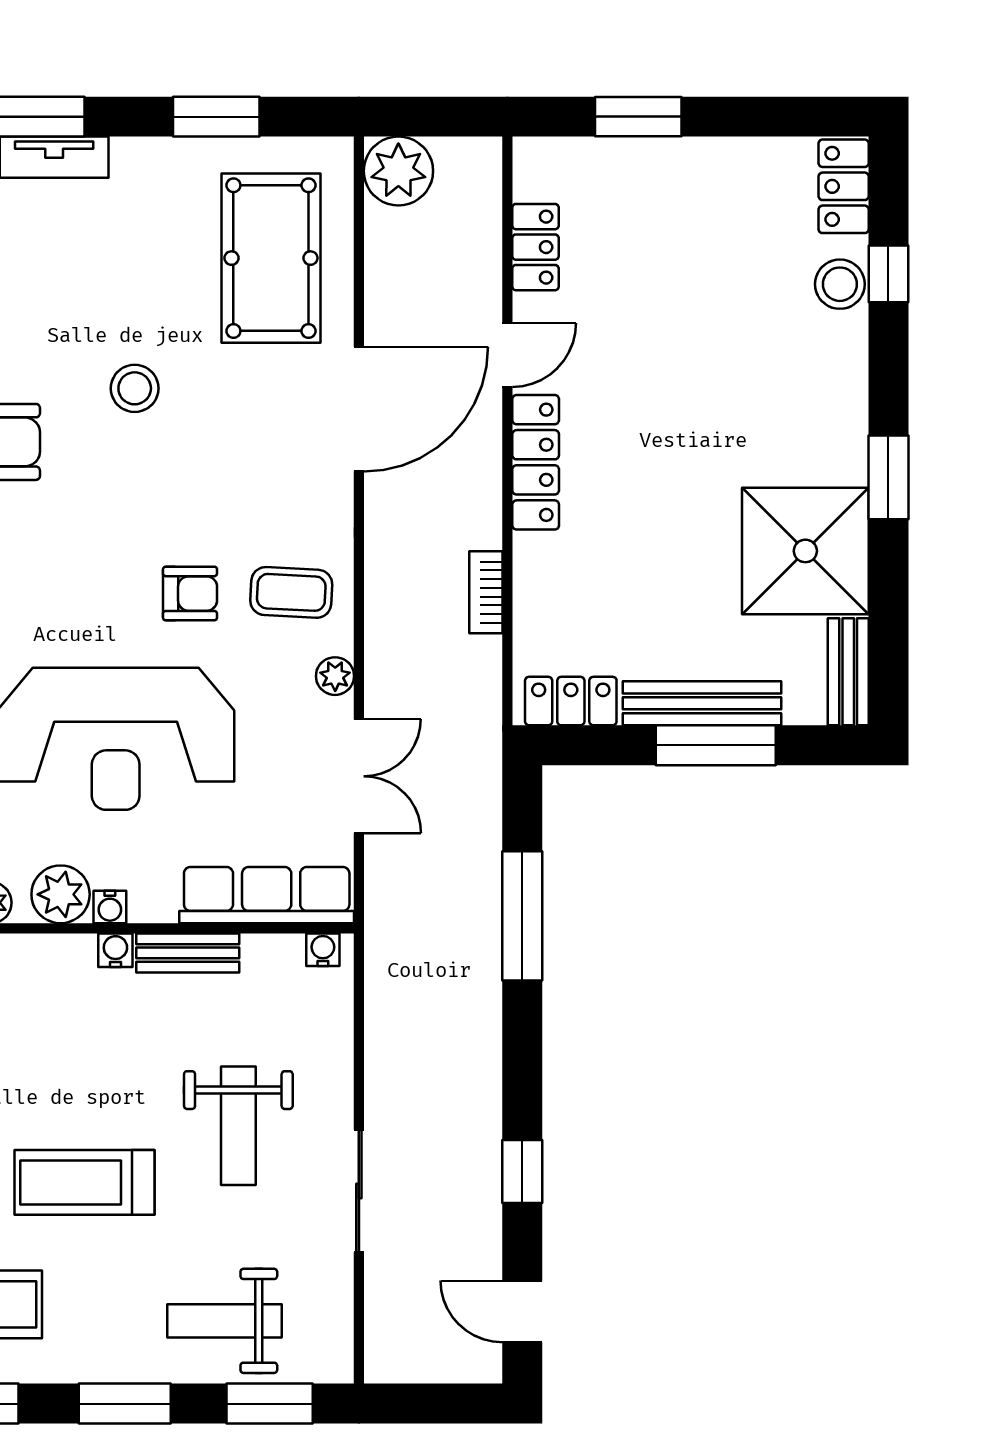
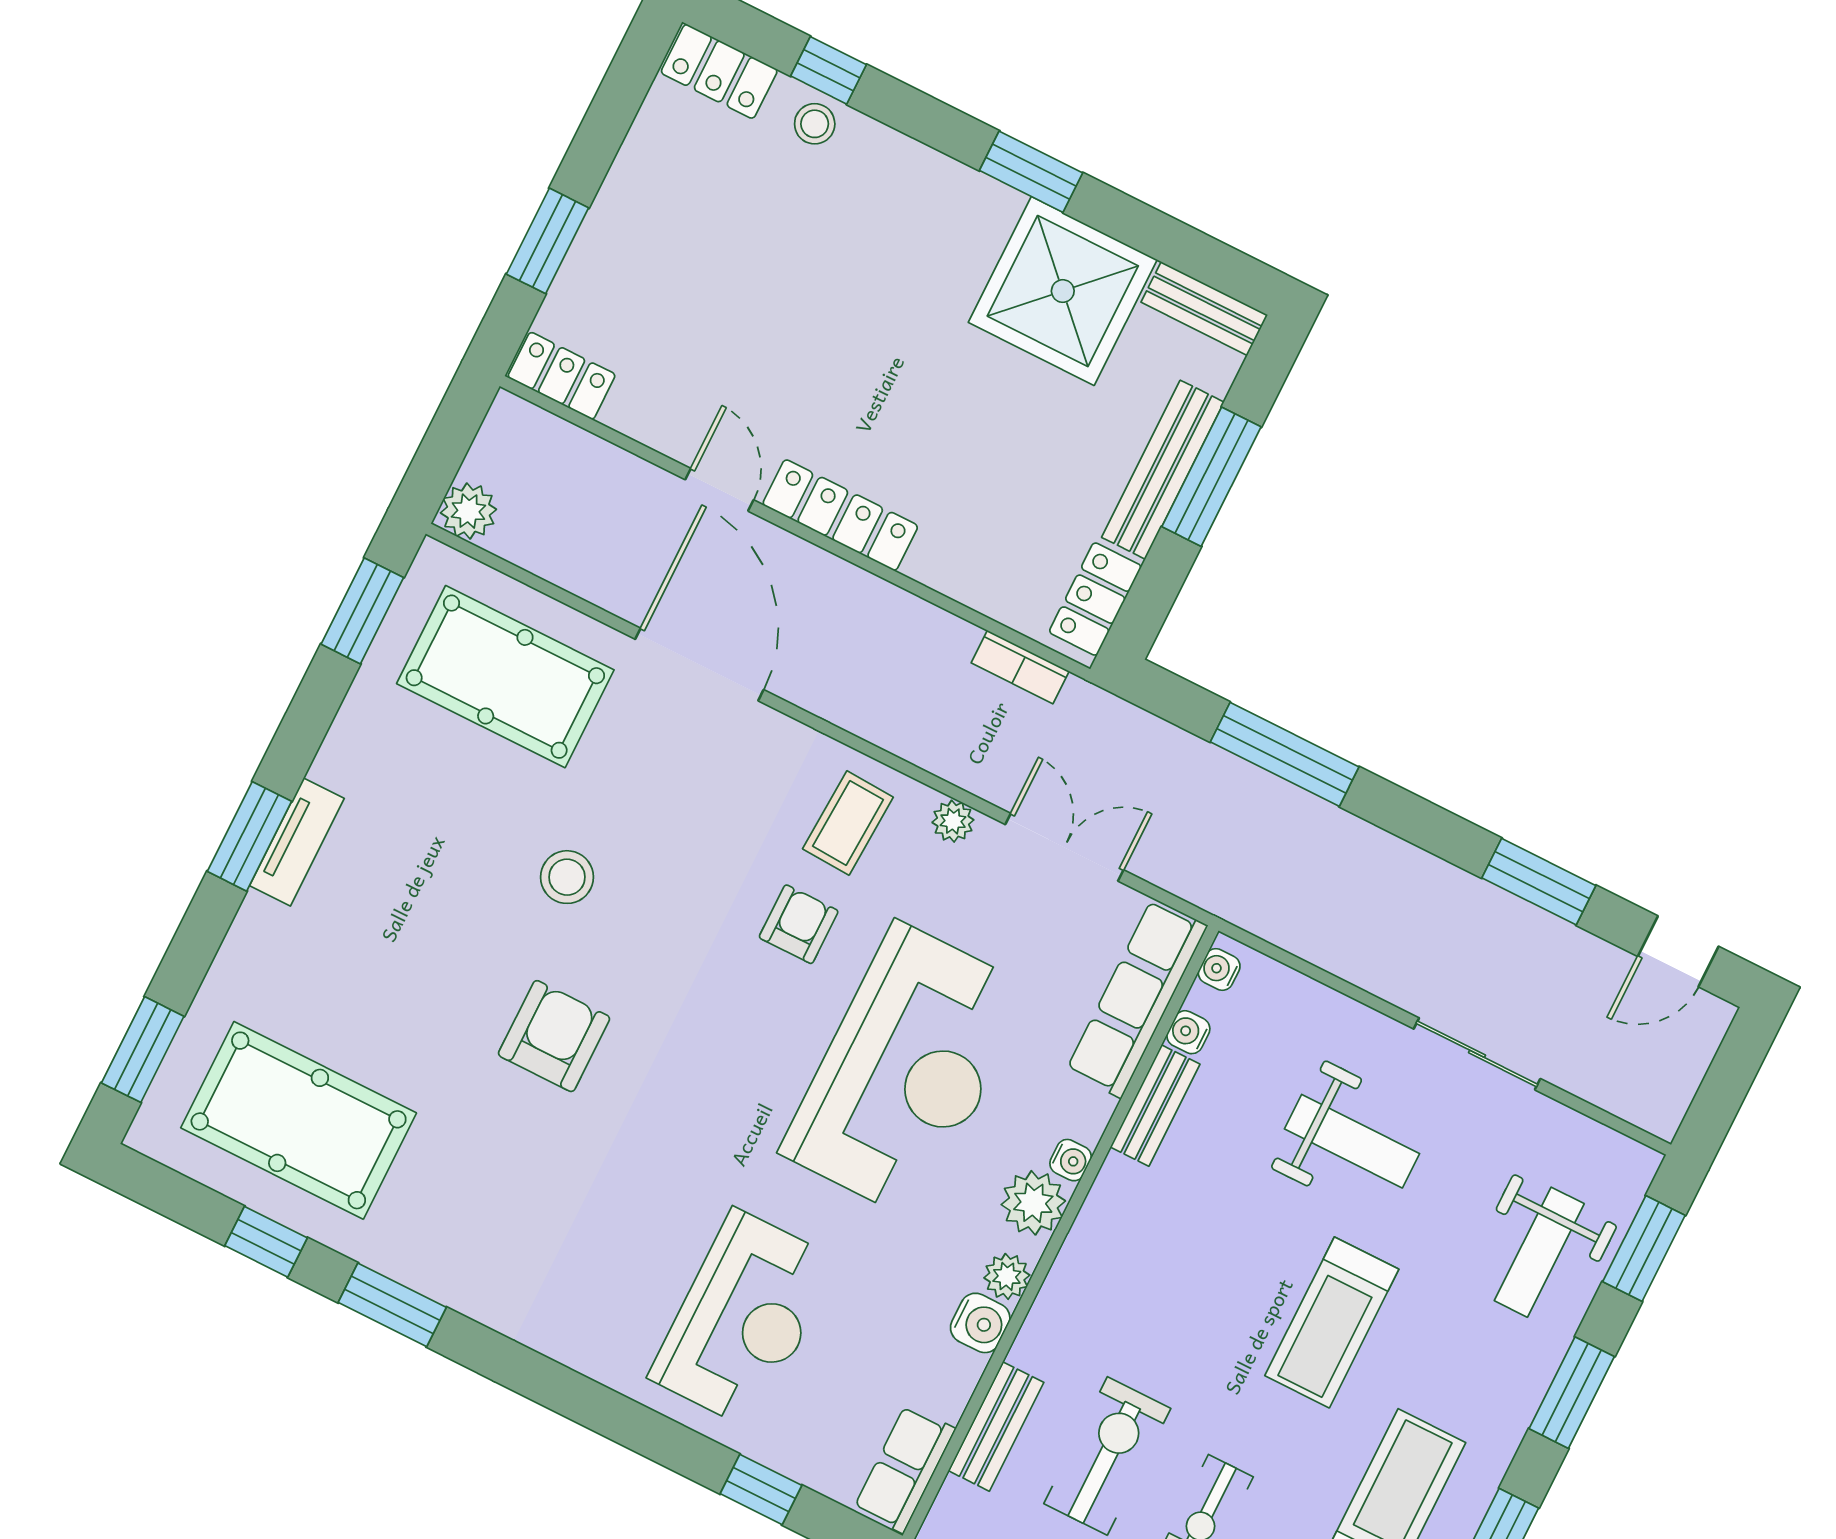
window: (216, 117) -> (362, 611), moved
plant: (398, 171) -> (468, 511), width x0.73, depth x0.73
locker: (535, 247) -> (562, 376), moved
stool: (840, 284) -> (815, 124), width x0.73, depth x0.73
bookcase: (486, 592) -> (1020, 667), moved
water cooler: (115, 950) -> (1188, 1032), moved
window: (522, 1172) -> (1539, 882), width x1.50

